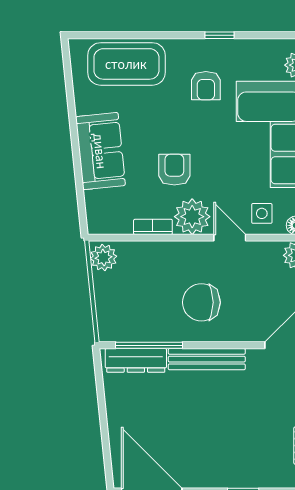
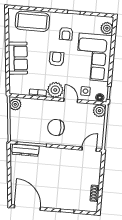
armchair: (174, 170) -> (56, 59), moved
bench: (207, 359) -> (56, 152), removed

